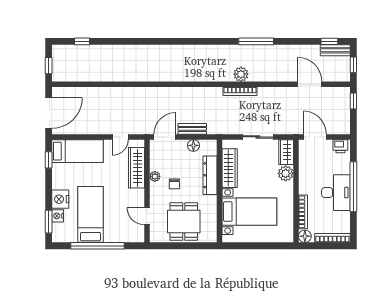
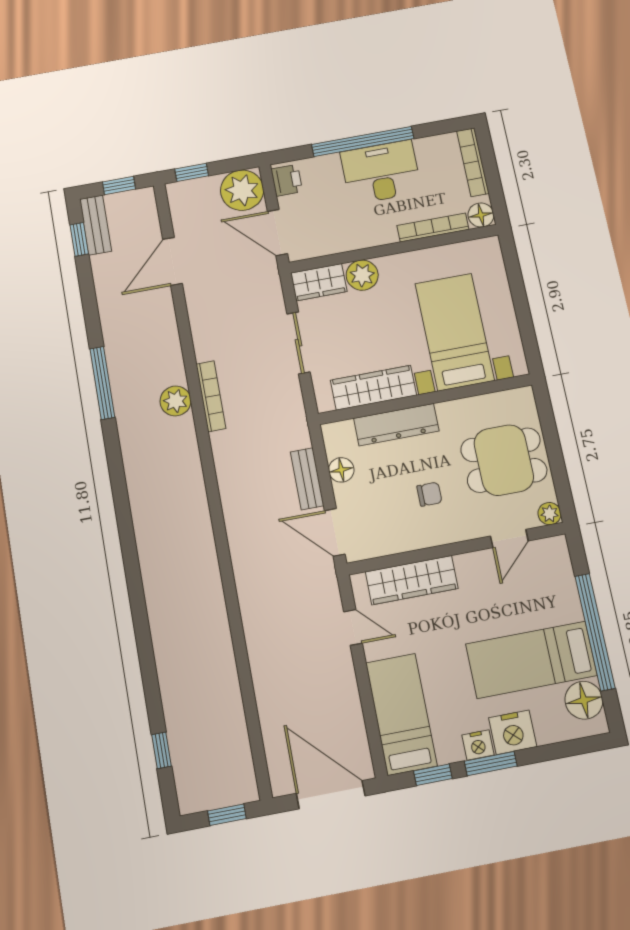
plant: (340, 124) -> (242, 190), added
door: (315, 137) -> (277, 233), hinge flipped
plant: (155, 176) -> (549, 514), moved
nightstand: (58, 216) -> (478, 745), moved
window: (49, 222) -> (491, 764), moved
floor lamp: (68, 234) -> (584, 700), added

